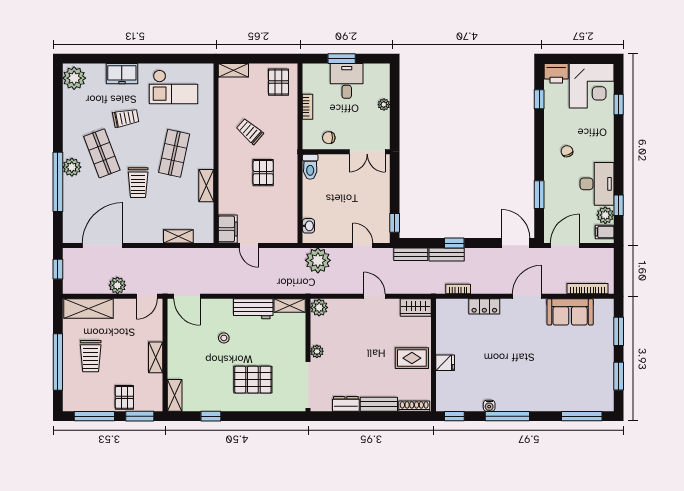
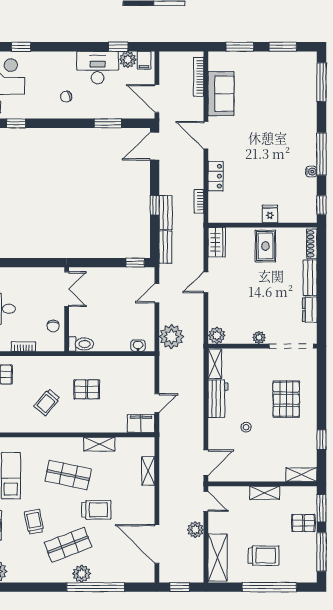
plant: (384, 105) -> (21, 273), removed

